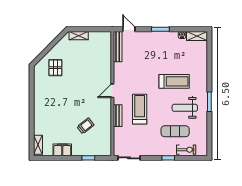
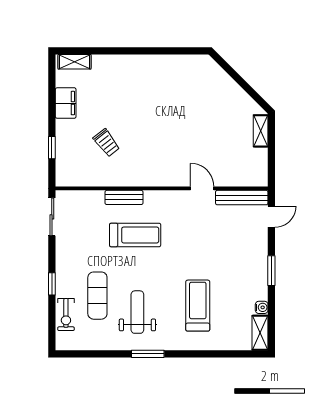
pallet: (55, 68) -> (206, 91), removed
treadmill: (174, 81) -> (198, 306), moved, turned 180
door: (112, 91) -> (202, 188), moved

